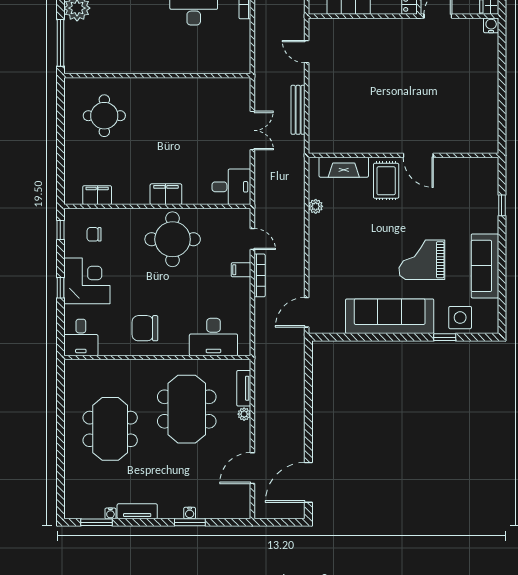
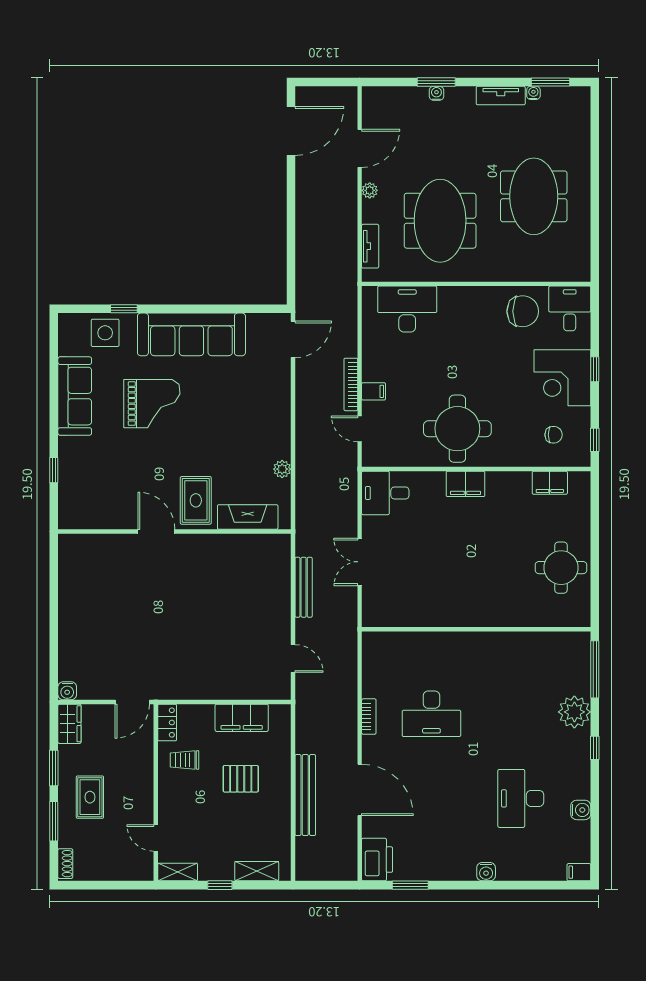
round table: (104, 116) -> (561, 568), moved
chair: (145, 328) -> (523, 311), moved
plant: (244, 414) -> (370, 190), moved

